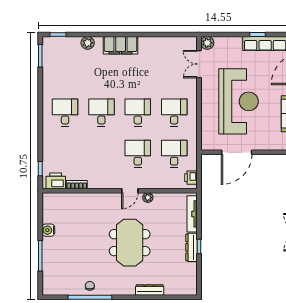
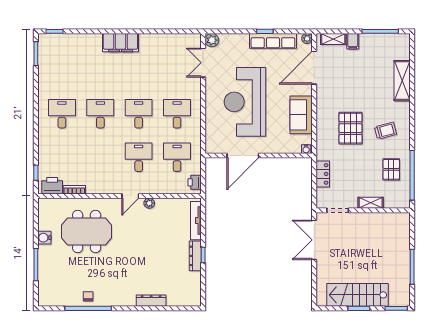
plant: (88, 43) -> (86, 40), removed
reception desk: (239, 101) -> (245, 102), turned 180
meeting table: (130, 243) -> (87, 231), moved, turned 90

